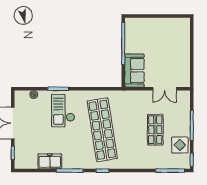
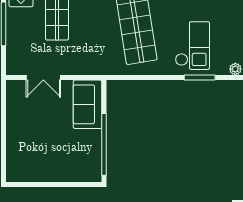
double door: (165, 89) -> (43, 78), swing flipped

